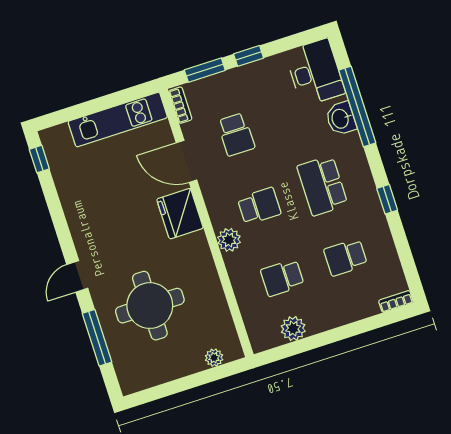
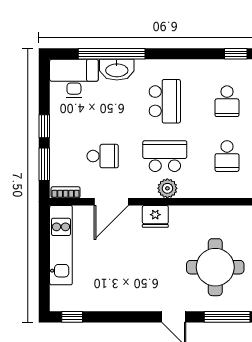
washbasin: (341, 119) -> (117, 70), width x1.38
school desk: (322, 186) -> (165, 101), turned -90
window: (387, 199) -> (236, 54), moved
school desk: (259, 206) -> (165, 156), width x1.85
fridge: (180, 214) -> (155, 216), width x0.73, depth x0.75
plant: (229, 240) -> (167, 188), moved

